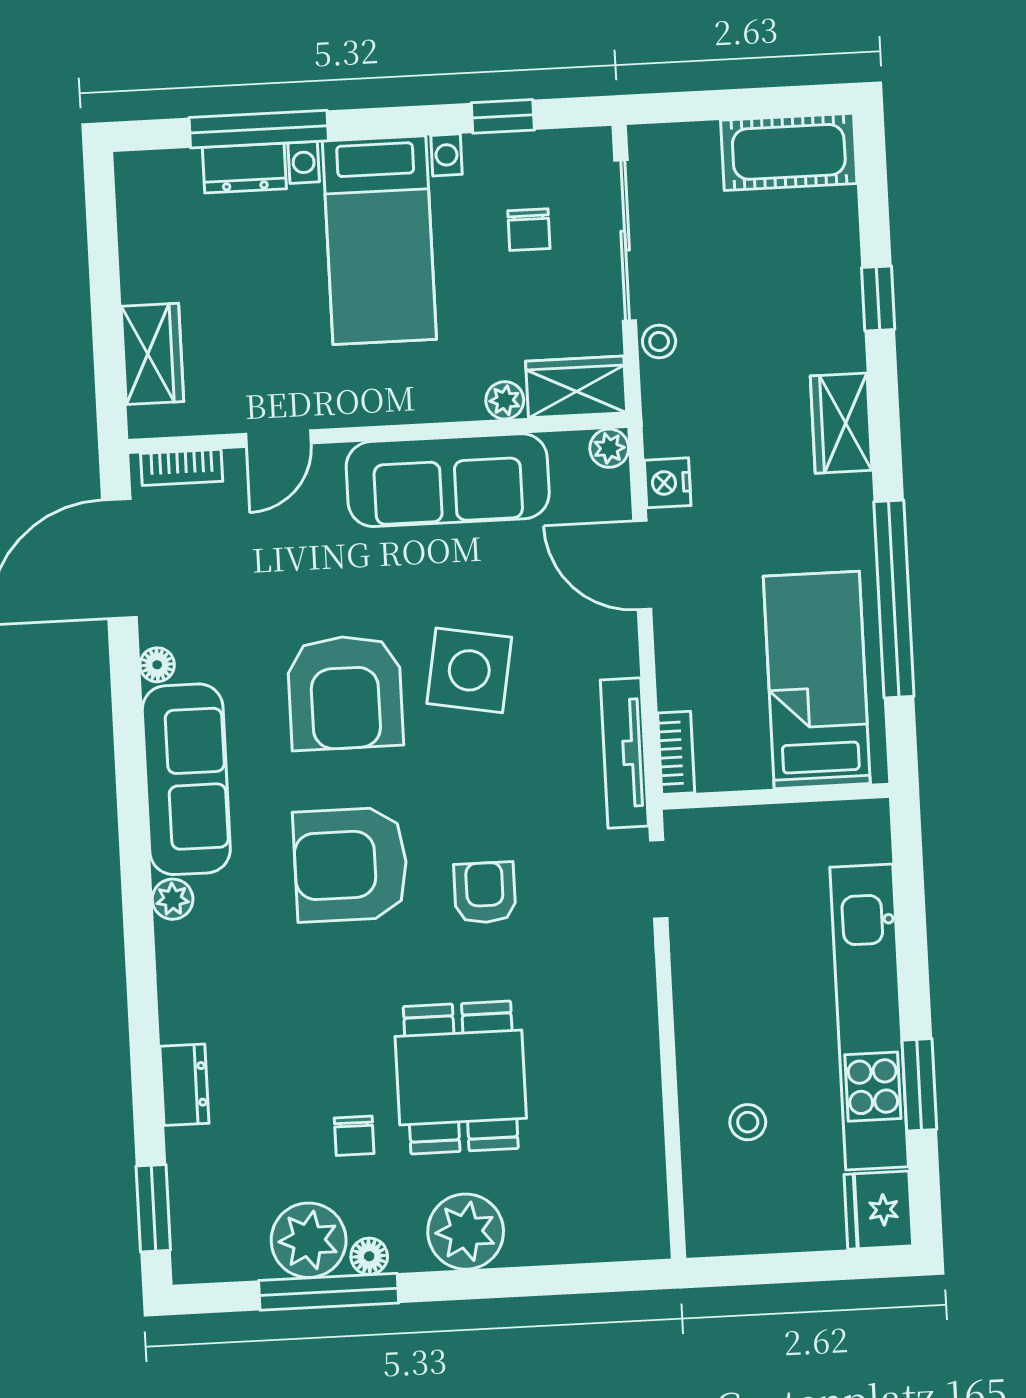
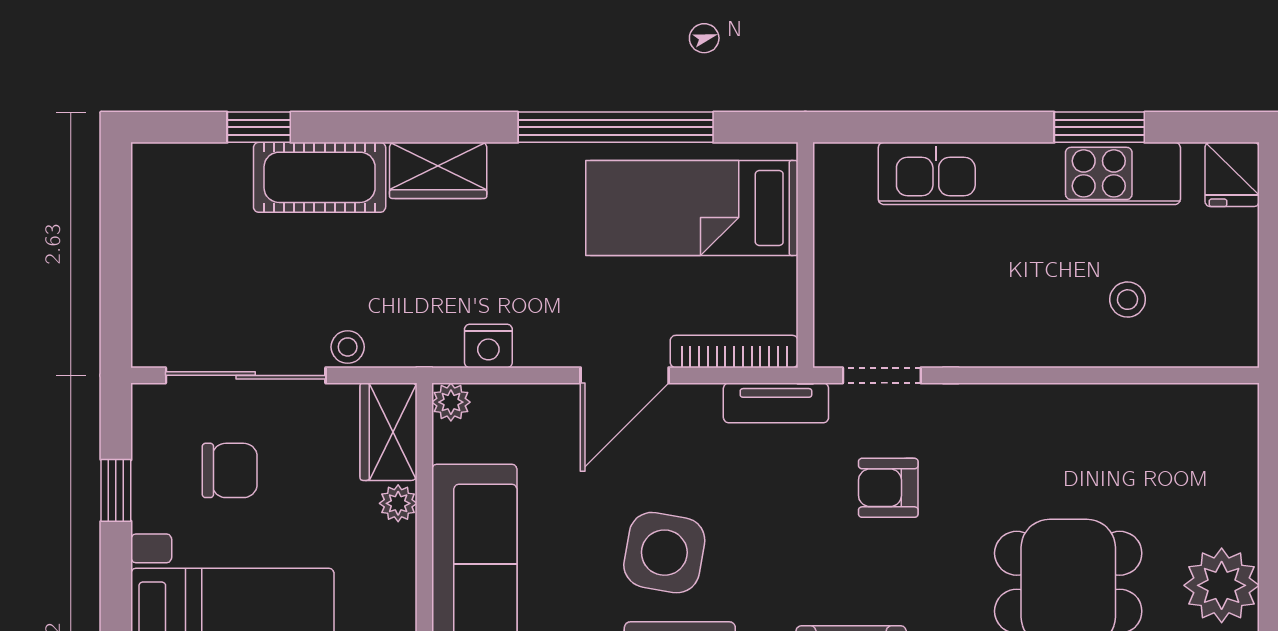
cot: (789, 152) -> (320, 177), moved, turned 90
chair: (529, 230) -> (230, 470), width x1.37, depth x1.37
window: (878, 299) -> (259, 127), moved
door: (642, 565) -> (625, 375), moved
tv unit: (624, 753) -> (776, 403), width x0.71
bookcase: (676, 753) -> (734, 352), width x1.56
armchair: (485, 893) -> (888, 488), moved
fridge: (878, 1210) -> (1232, 174), width x0.72

